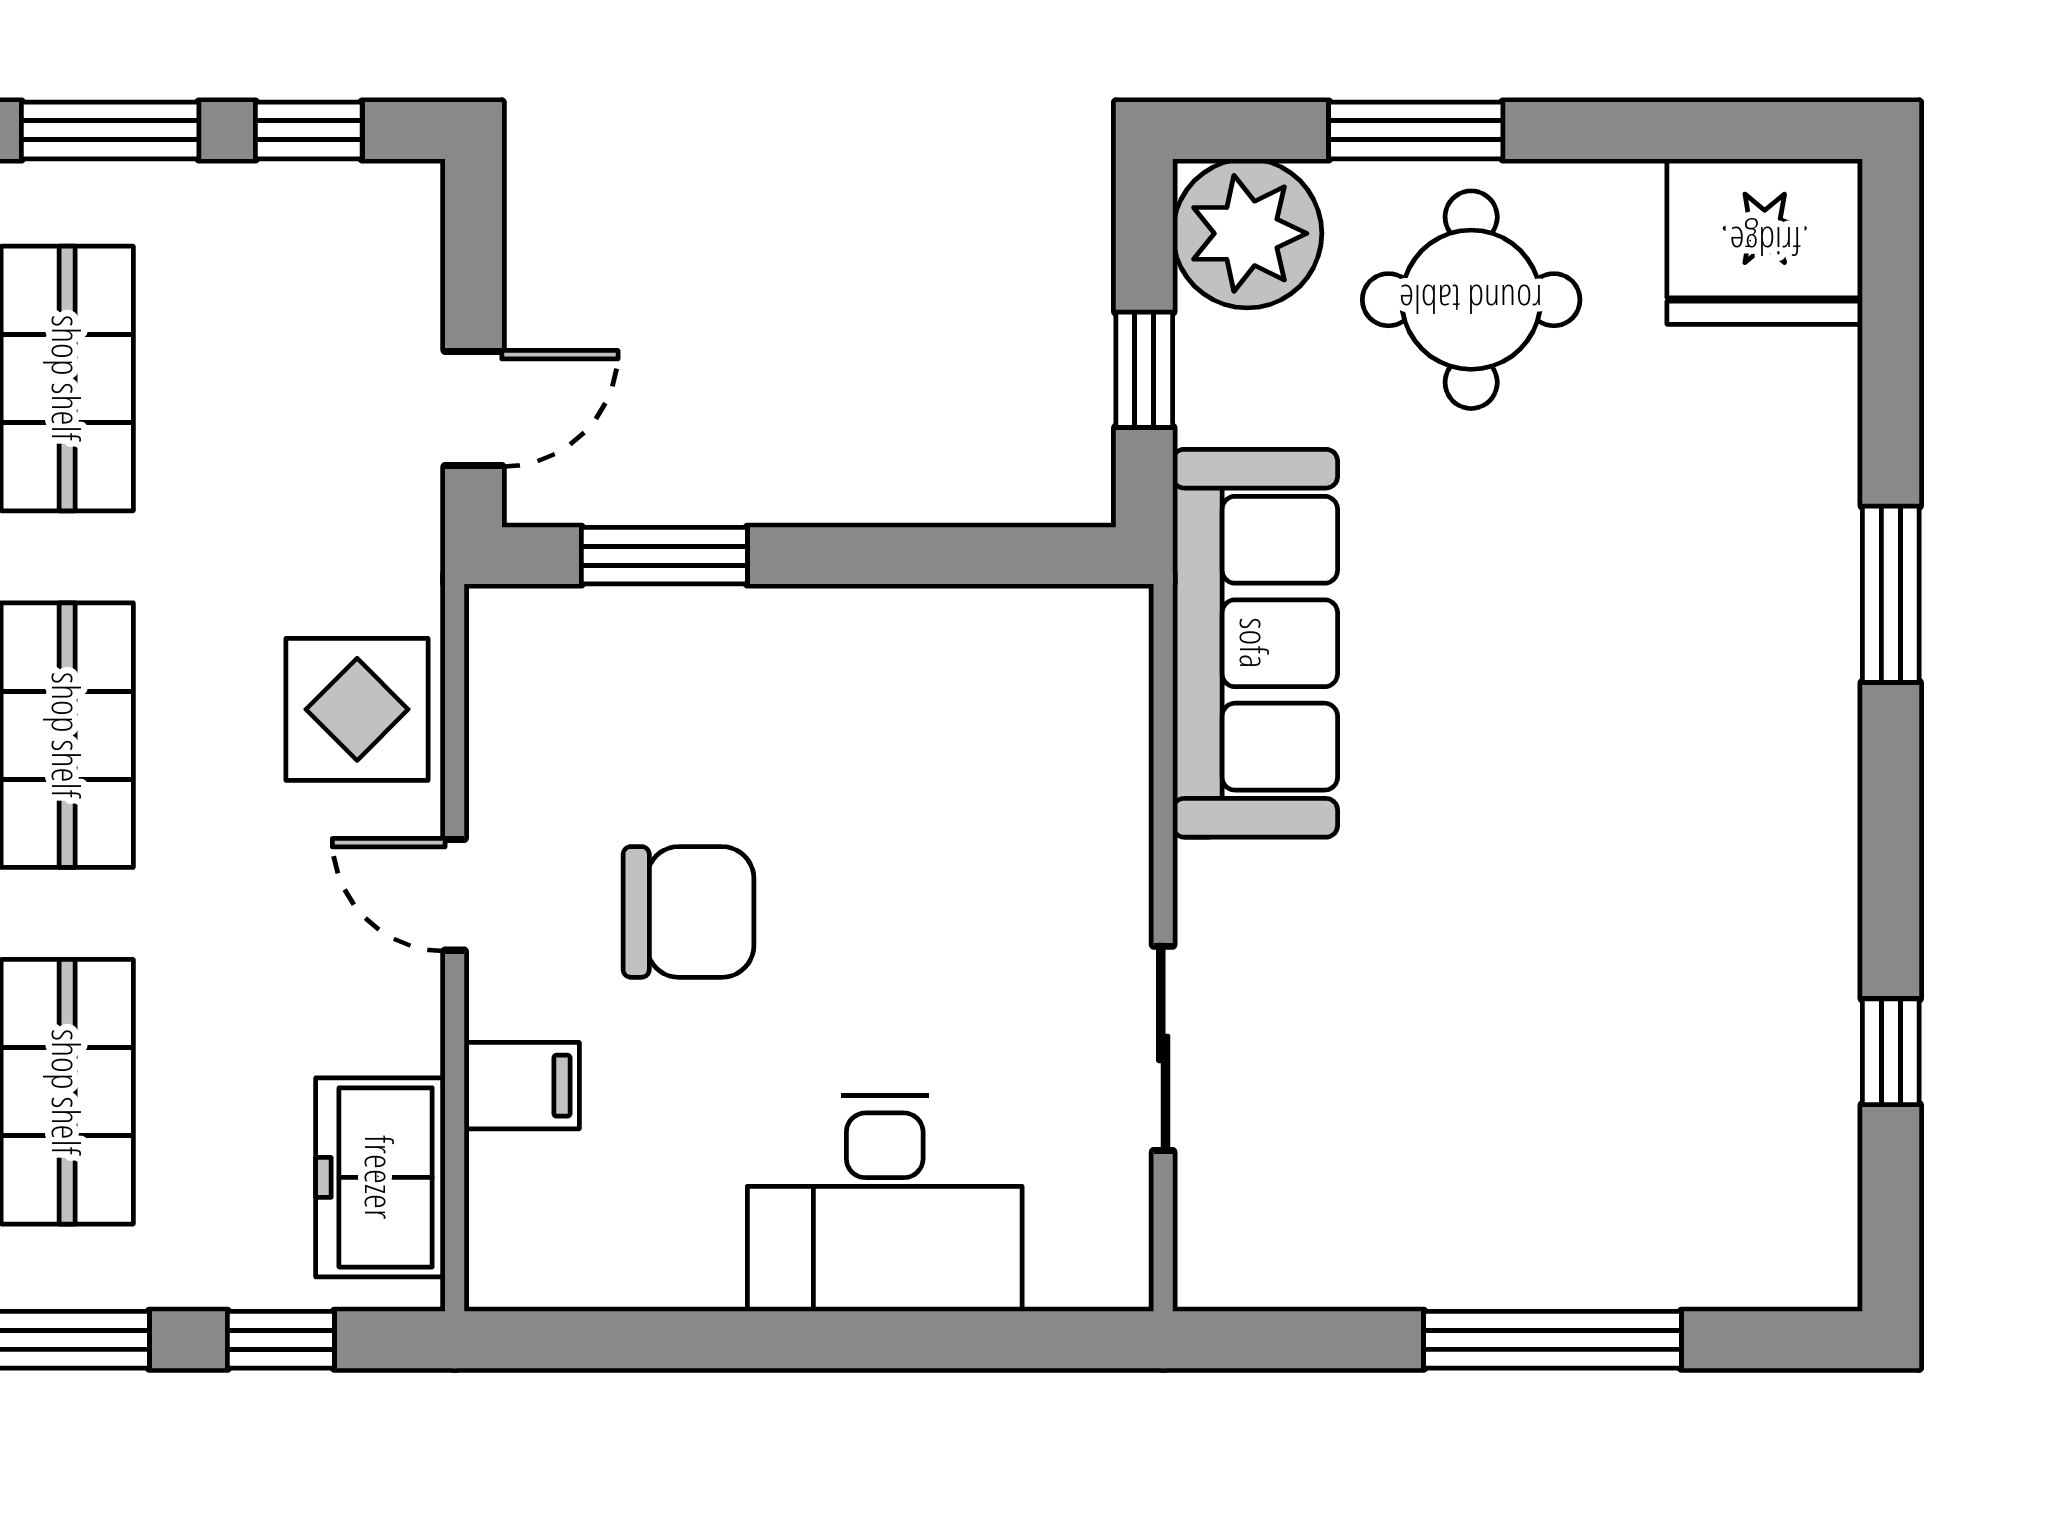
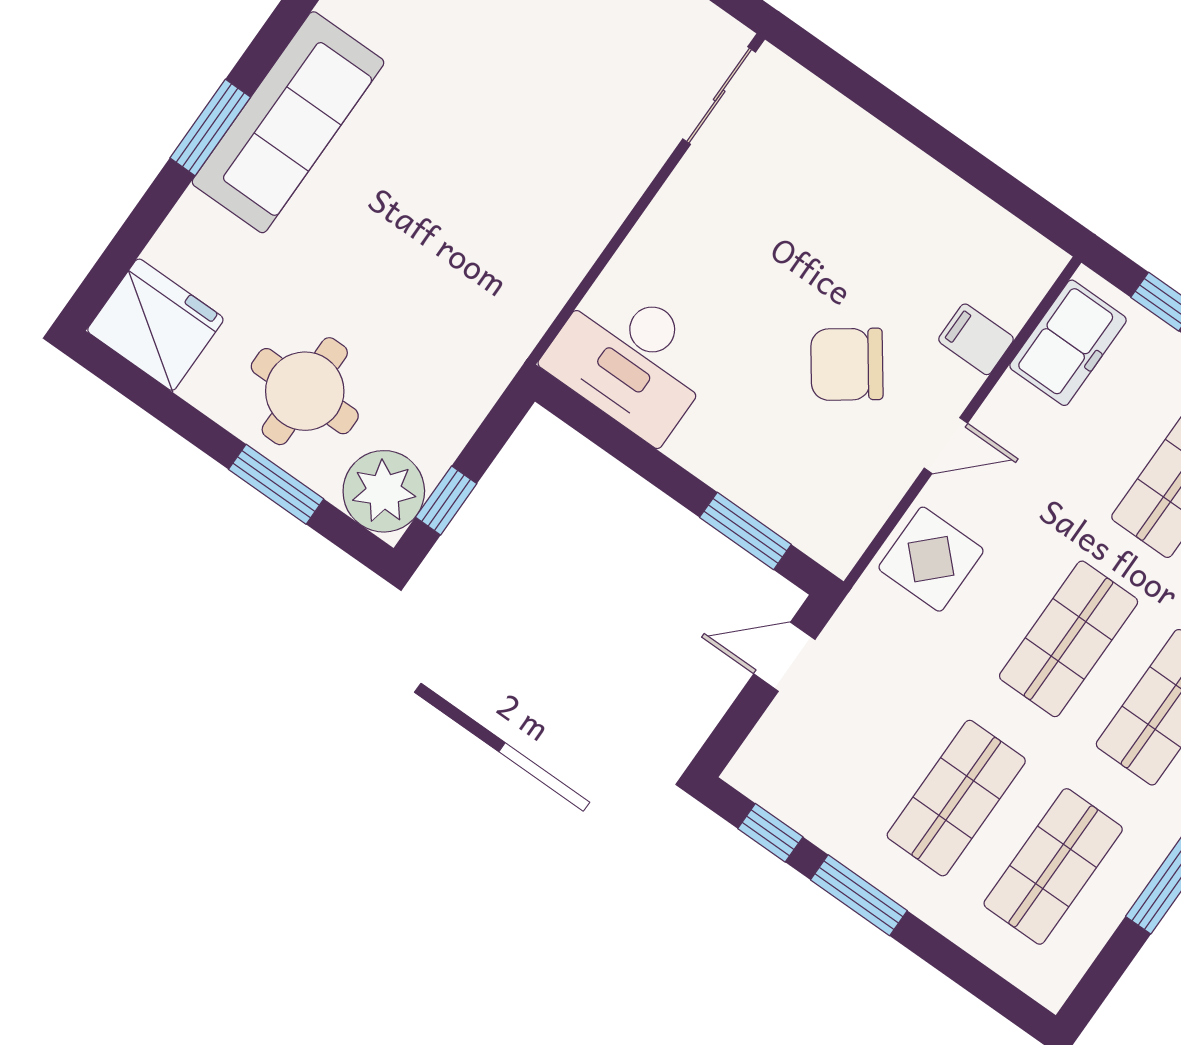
window: (1144, 370) -> (446, 500), moved
sofa: (1255, 643) -> (288, 122), moved, turned 180
door: (455, 895) -> (946, 446), hinge flipped
chair: (689, 912) -> (847, 364), turned -36
sliding door: (1163, 1048) -> (719, 95), moved
desk: (885, 1204) -> (631, 359), moved, turned 180

